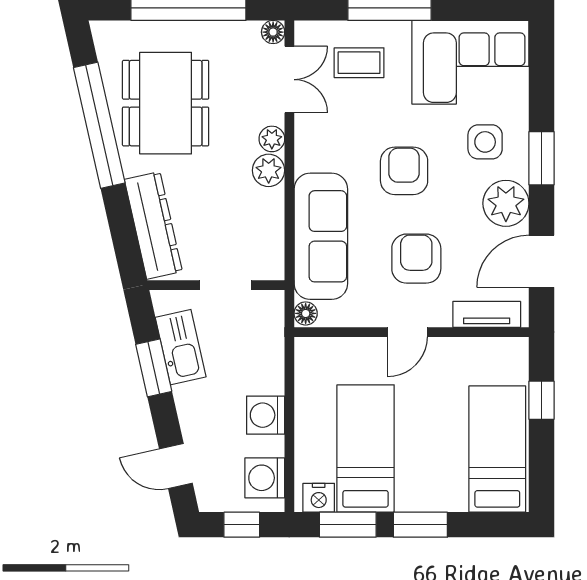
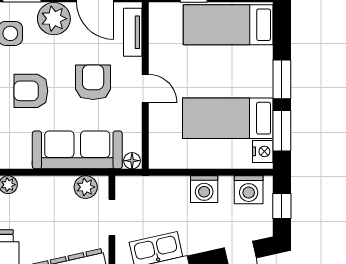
plant: (269, 170) -> (86, 187), moved
armchair: (416, 259) -> (93, 82), turned 90

